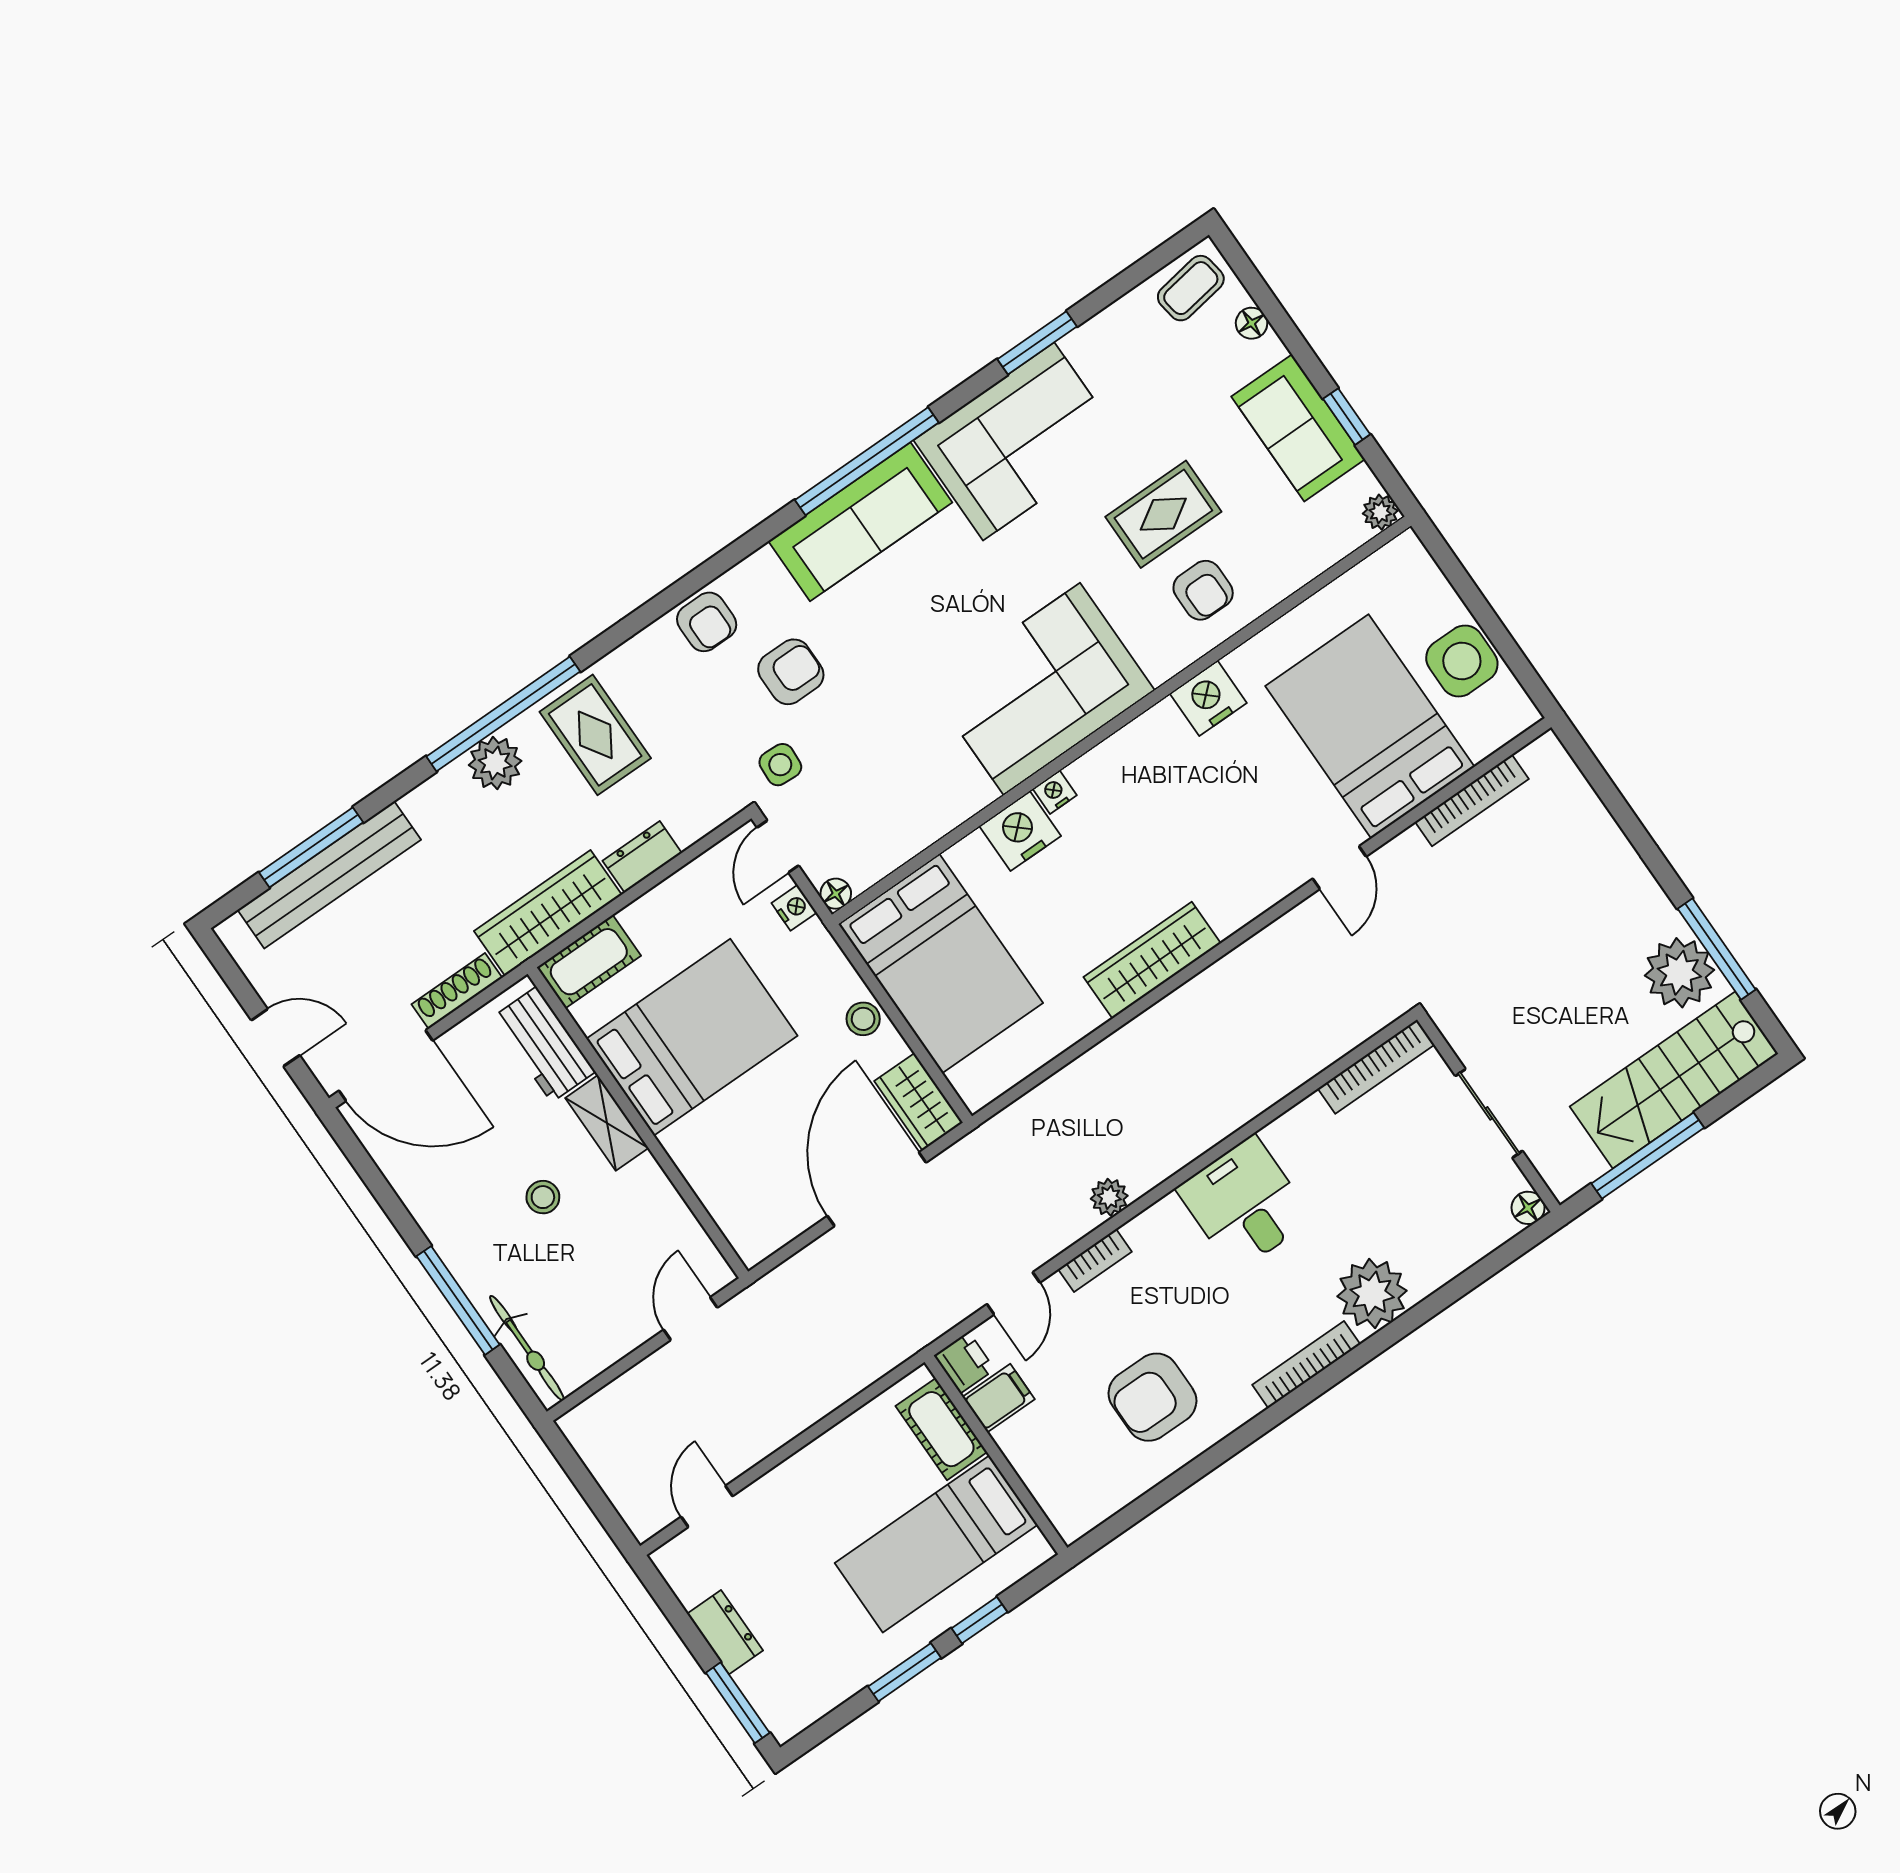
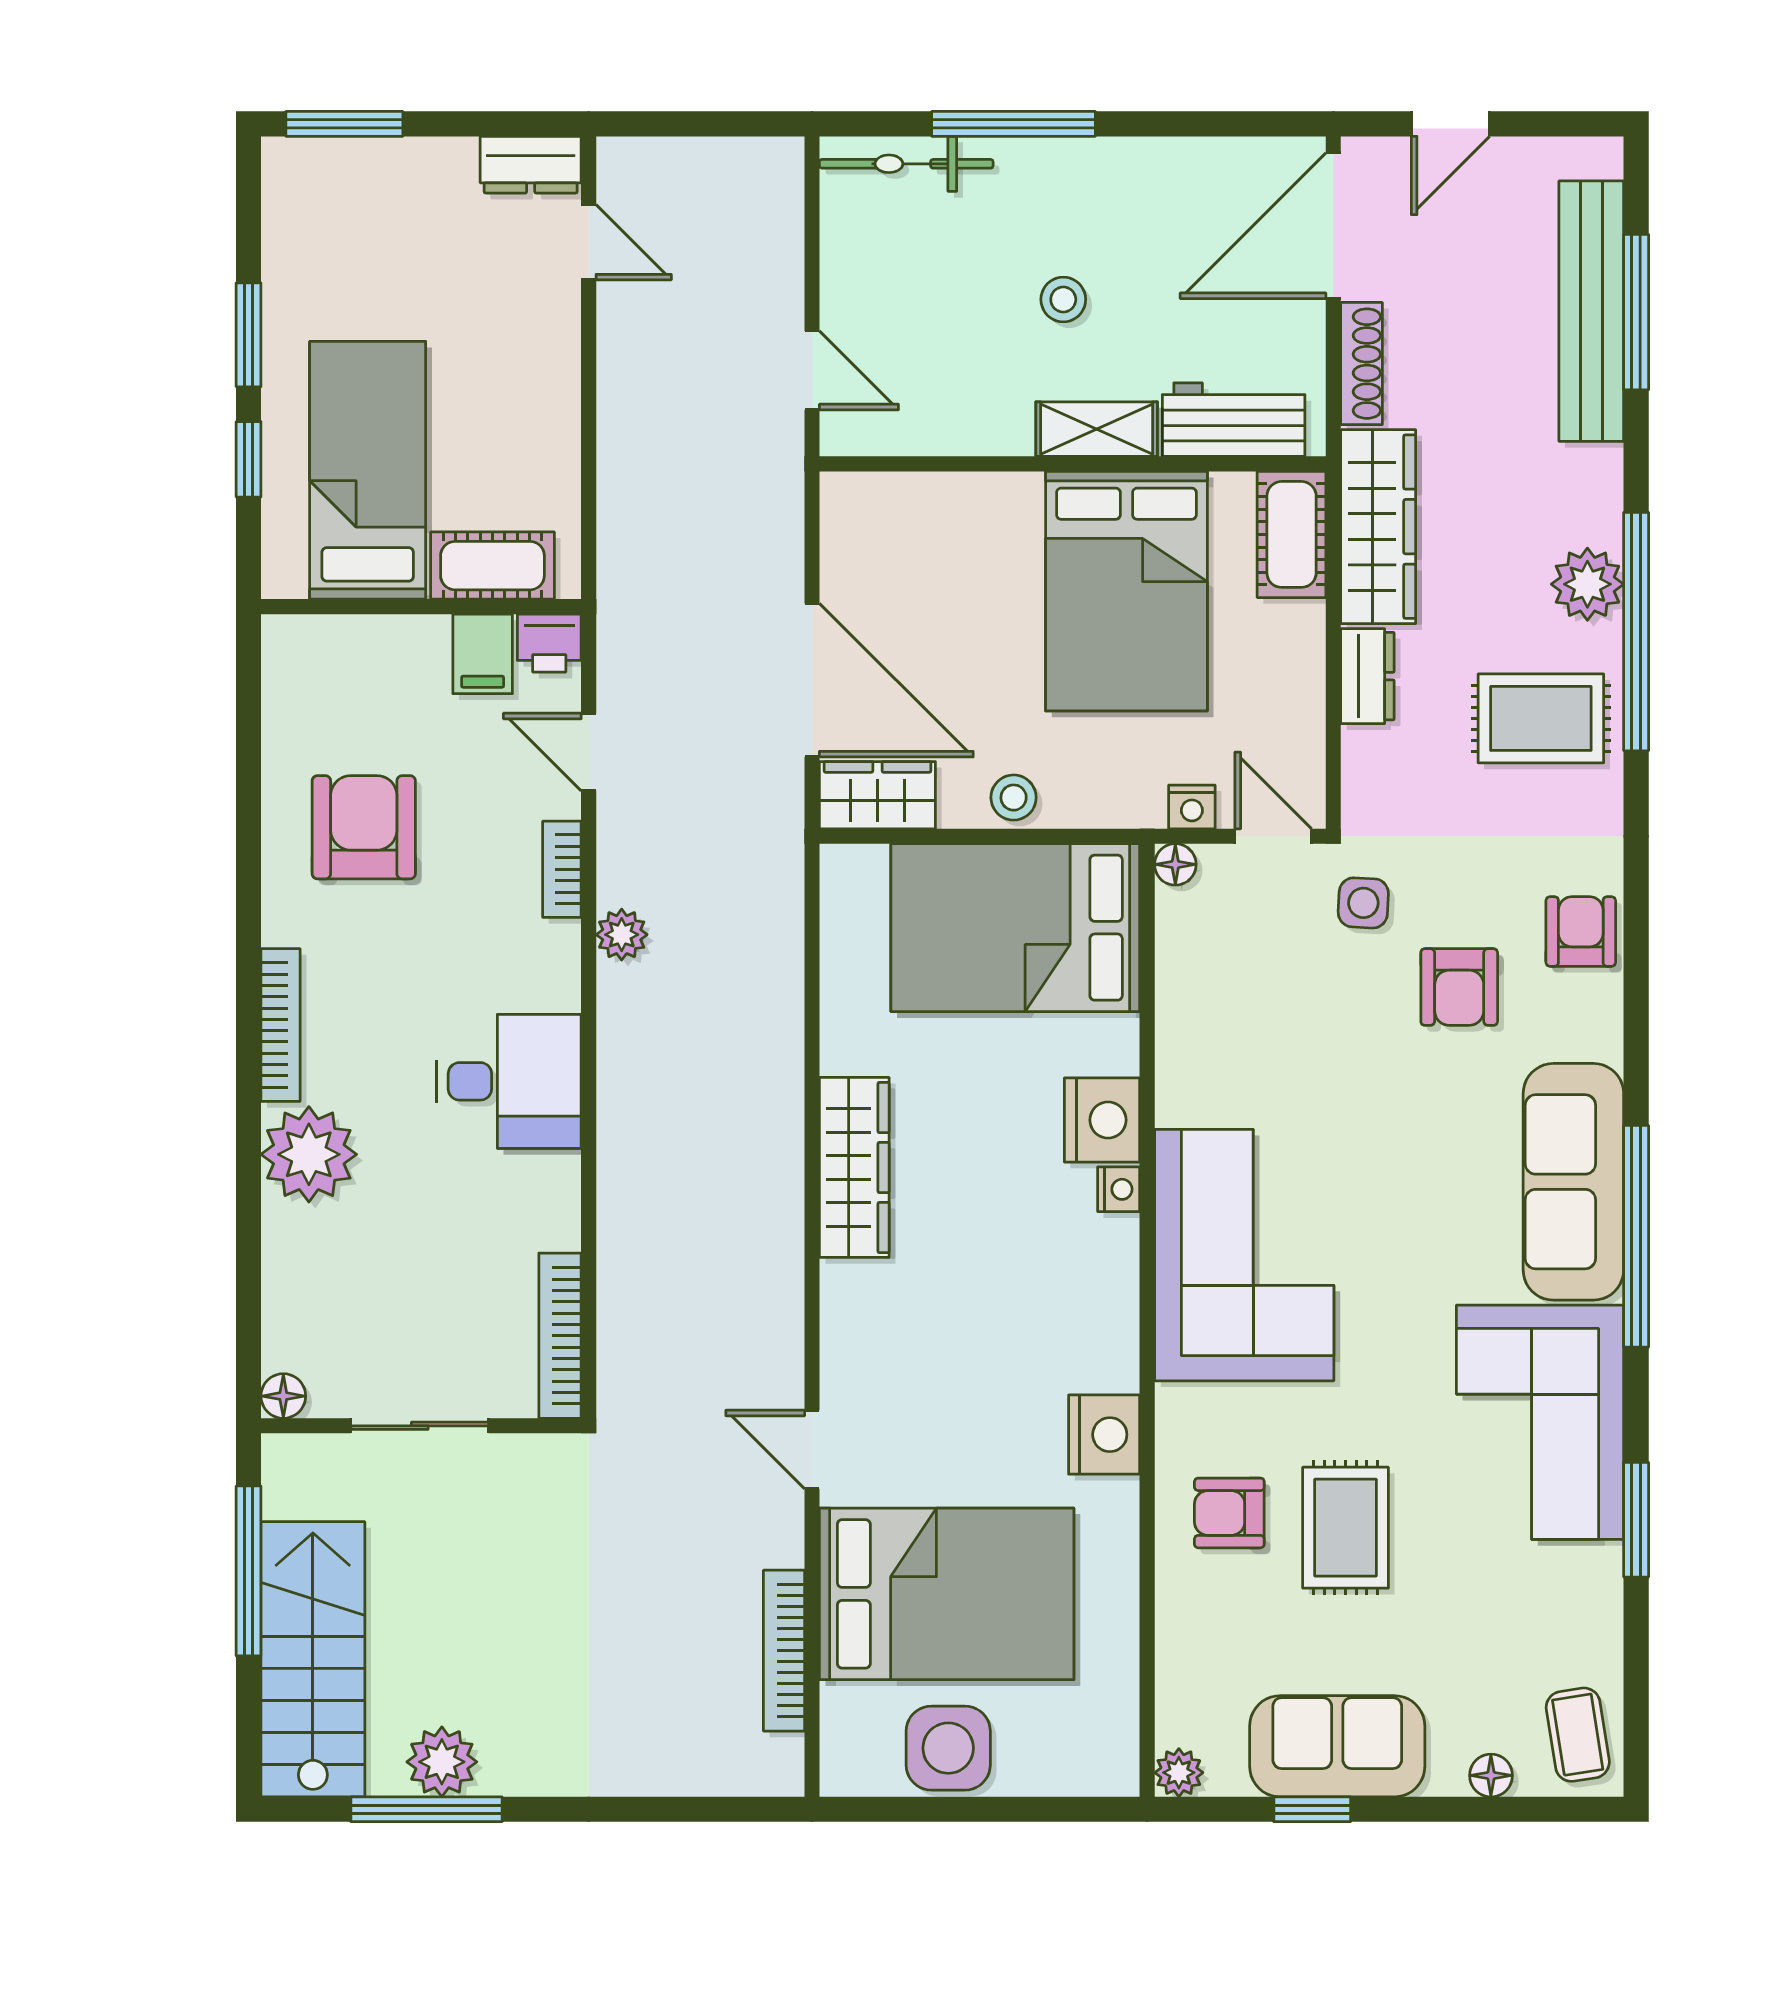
armchair: (707, 622) -> (1581, 932), turned 90
plant: (1679, 973) -> (442, 1762), width x0.73, depth x0.73
dresser: (725, 1632) -> (531, 165), moved

